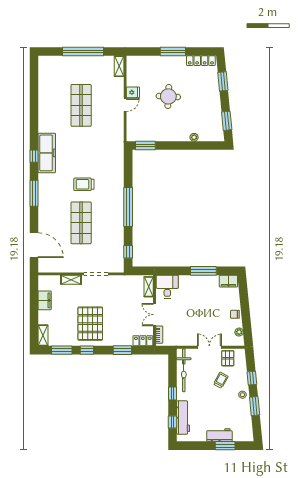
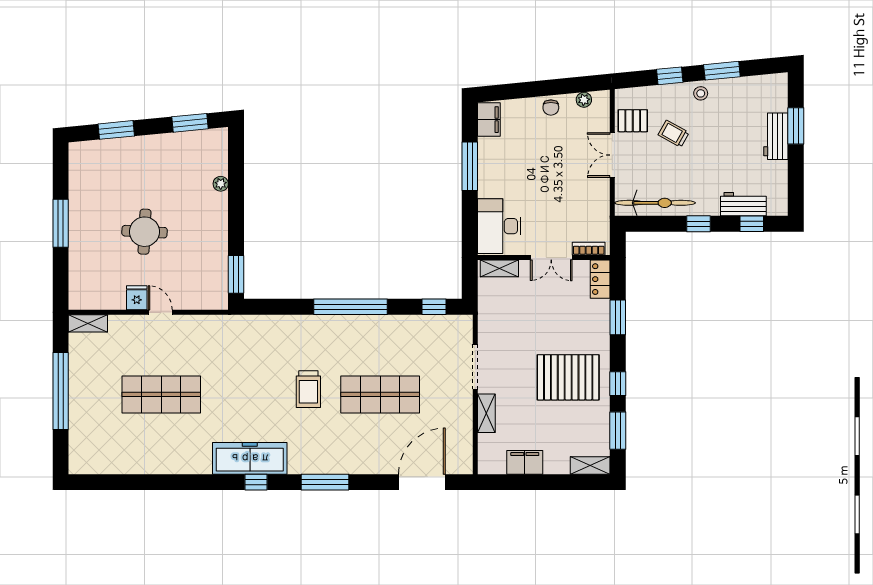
locker: (201, 61) -> (78, 171), removed
desk: (167, 287) -> (499, 226), width x1.37
workbench: (183, 418) -> (743, 204), width x0.73

